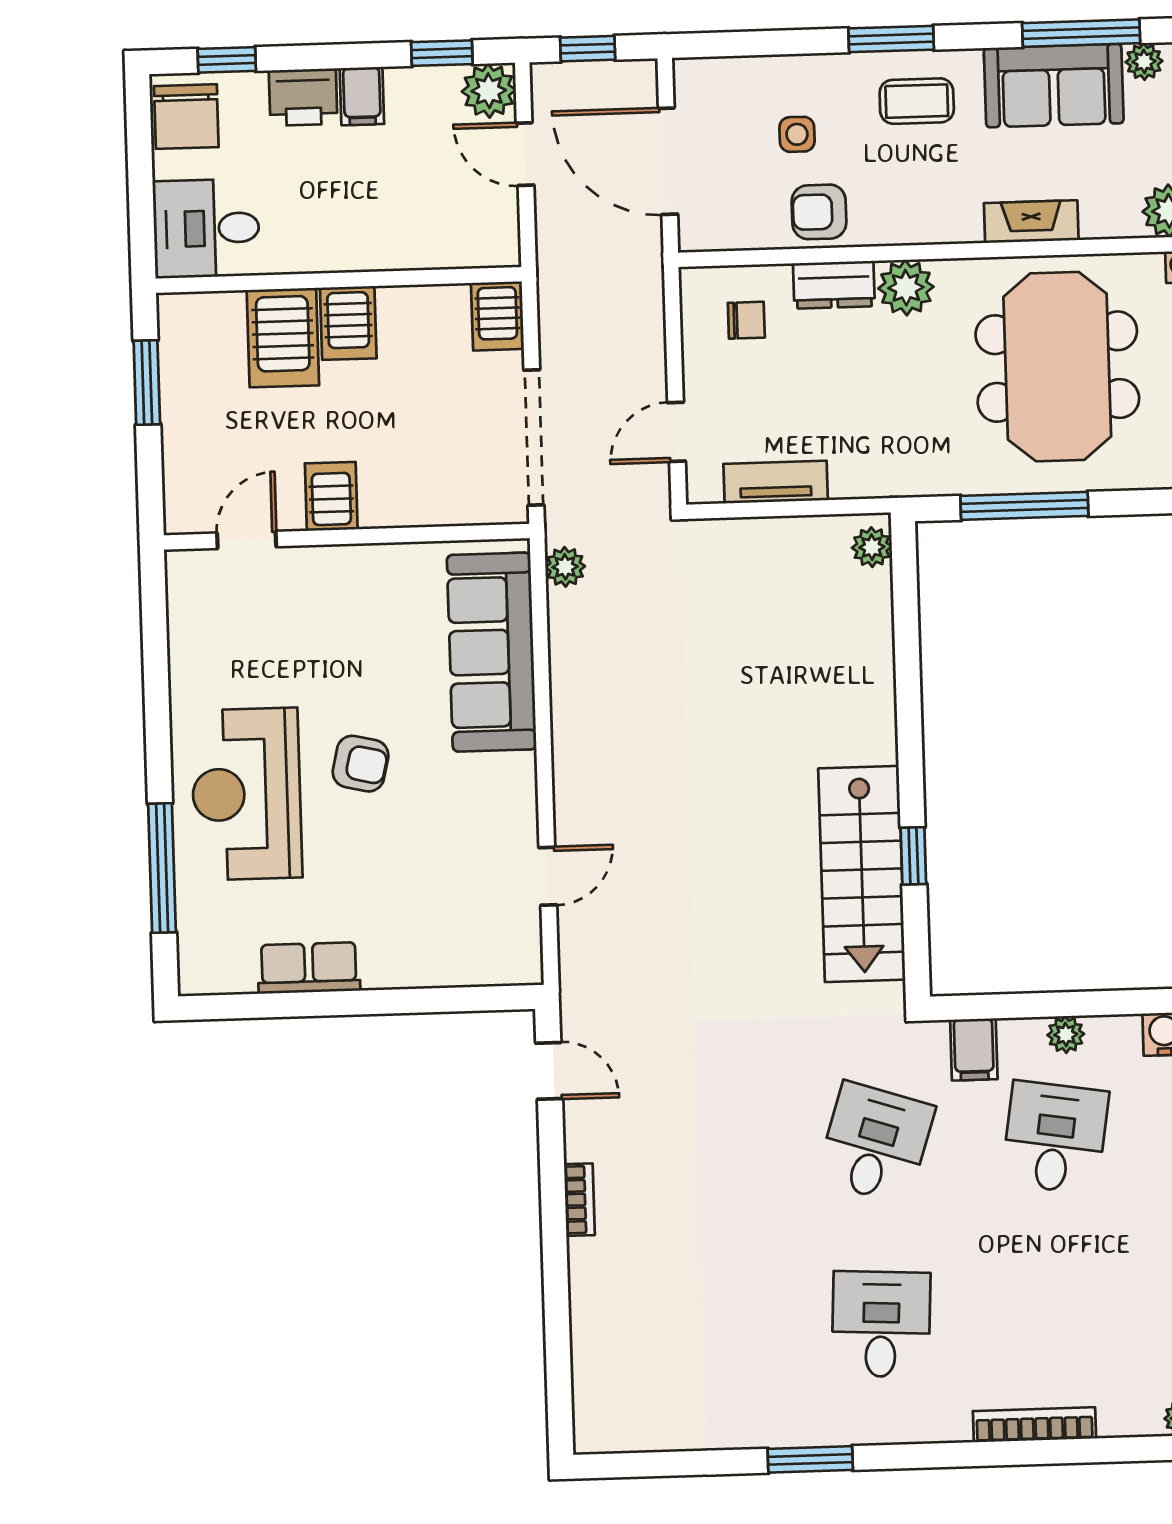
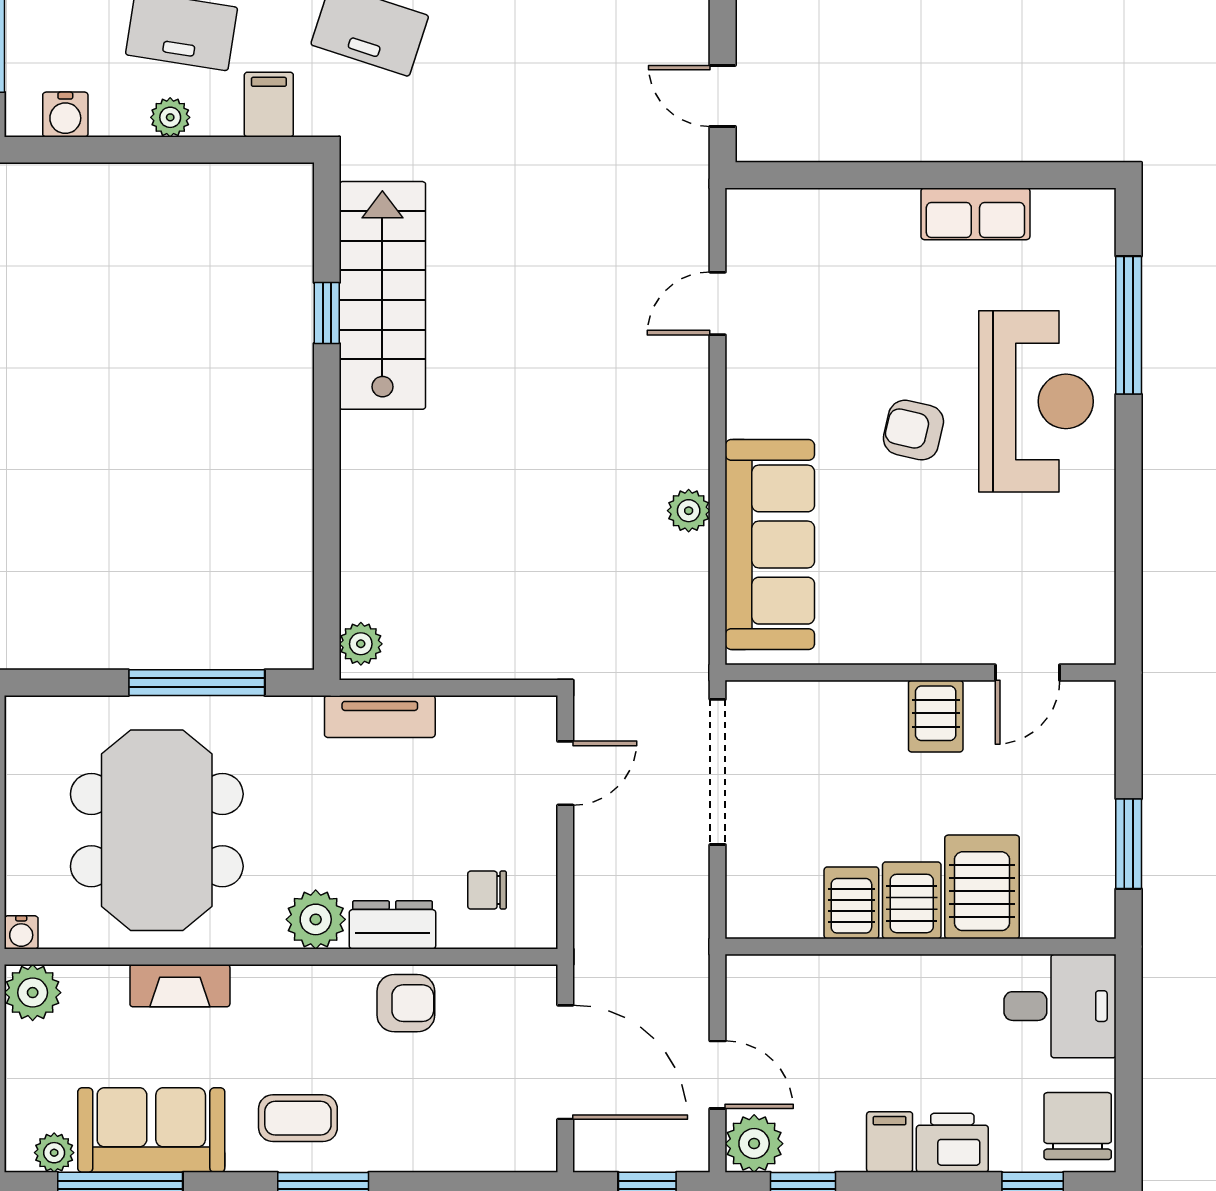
side table: (797, 134) -> (427, 1087), removed
server rack: (497, 316) -> (851, 903), moved
tv unit: (776, 482) -> (380, 716), moved
plant: (565, 567) -> (689, 511), moved

